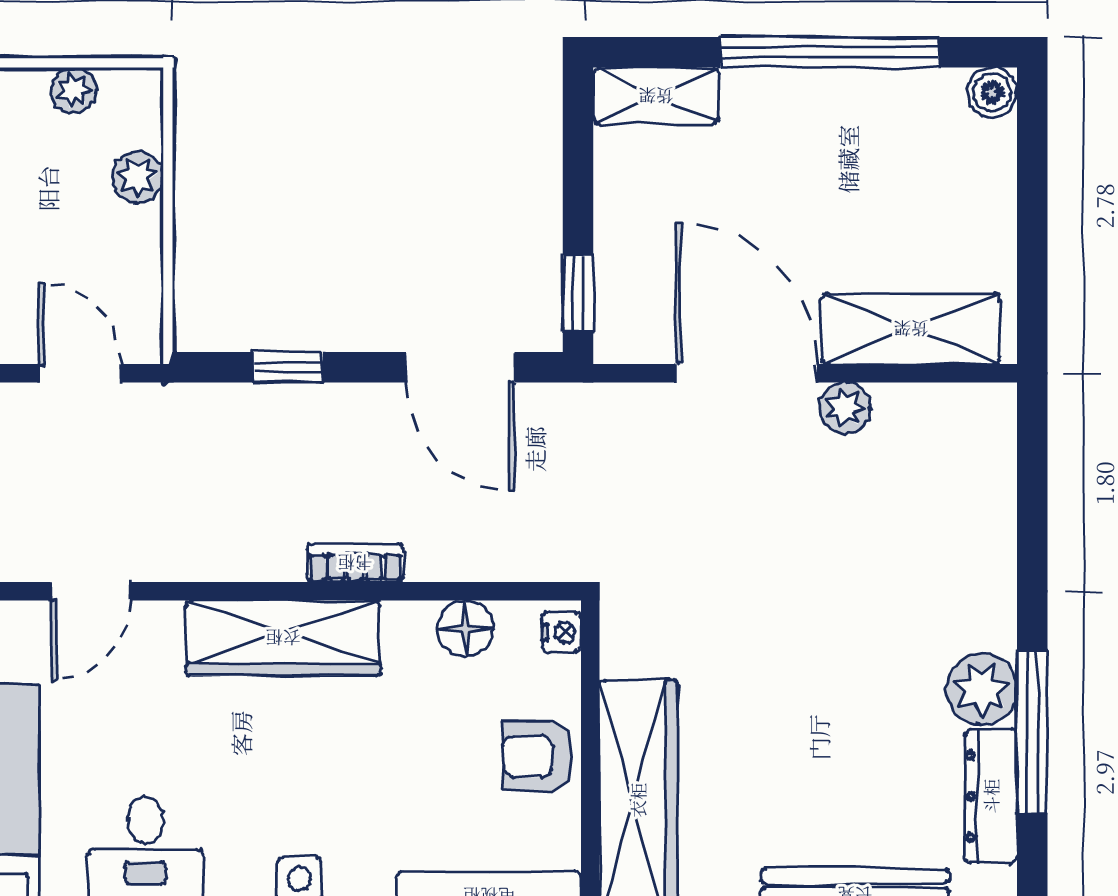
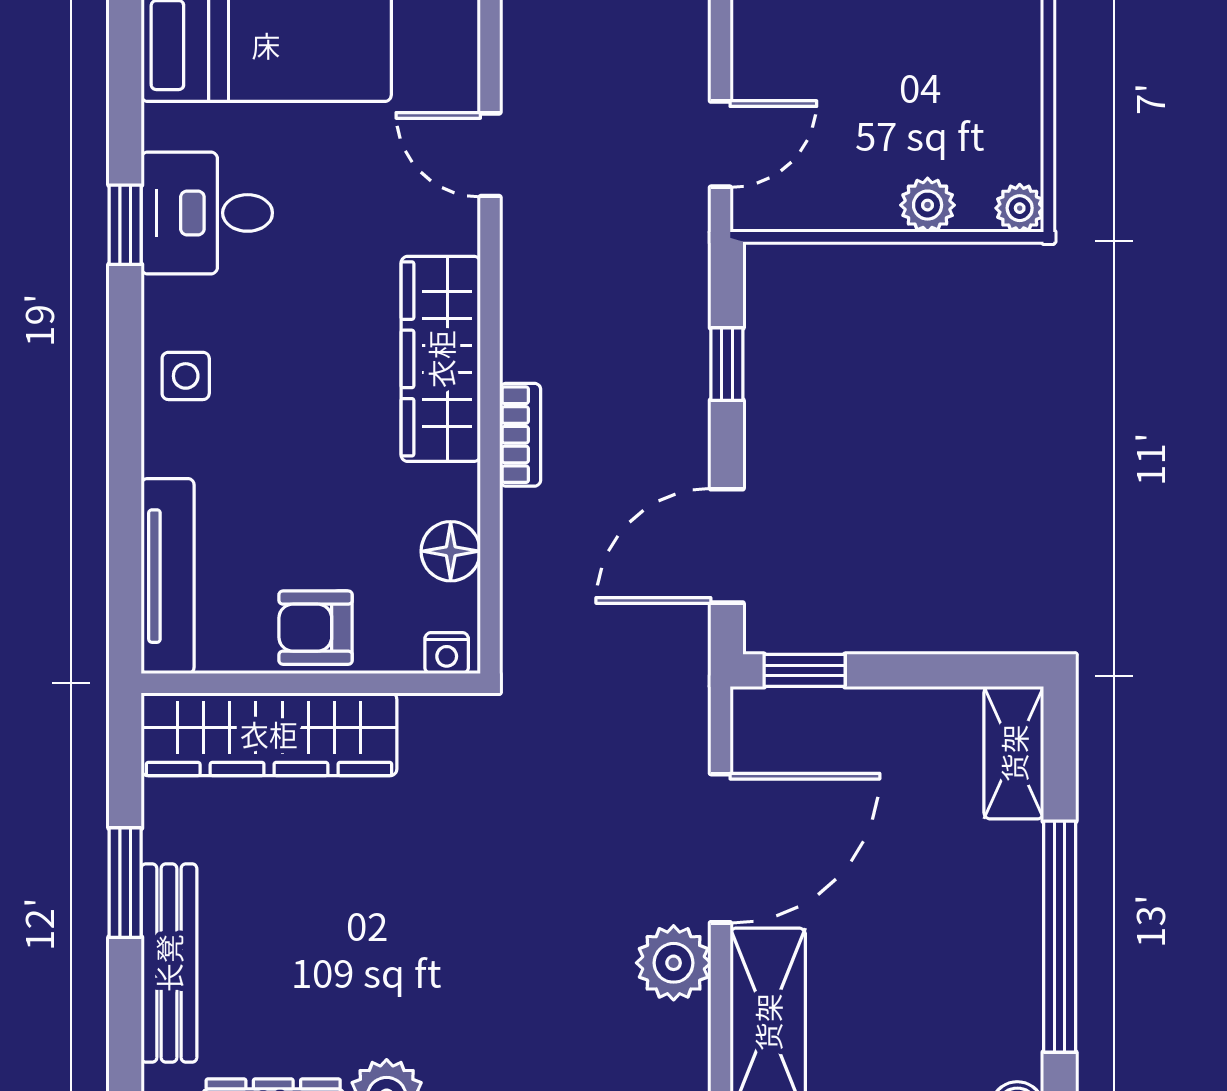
plant: (74, 90) -> (1020, 208), moved
plant: (845, 408) -> (674, 963), width x1.38, depth x1.38
armchair: (538, 756) -> (316, 628), turned -90

